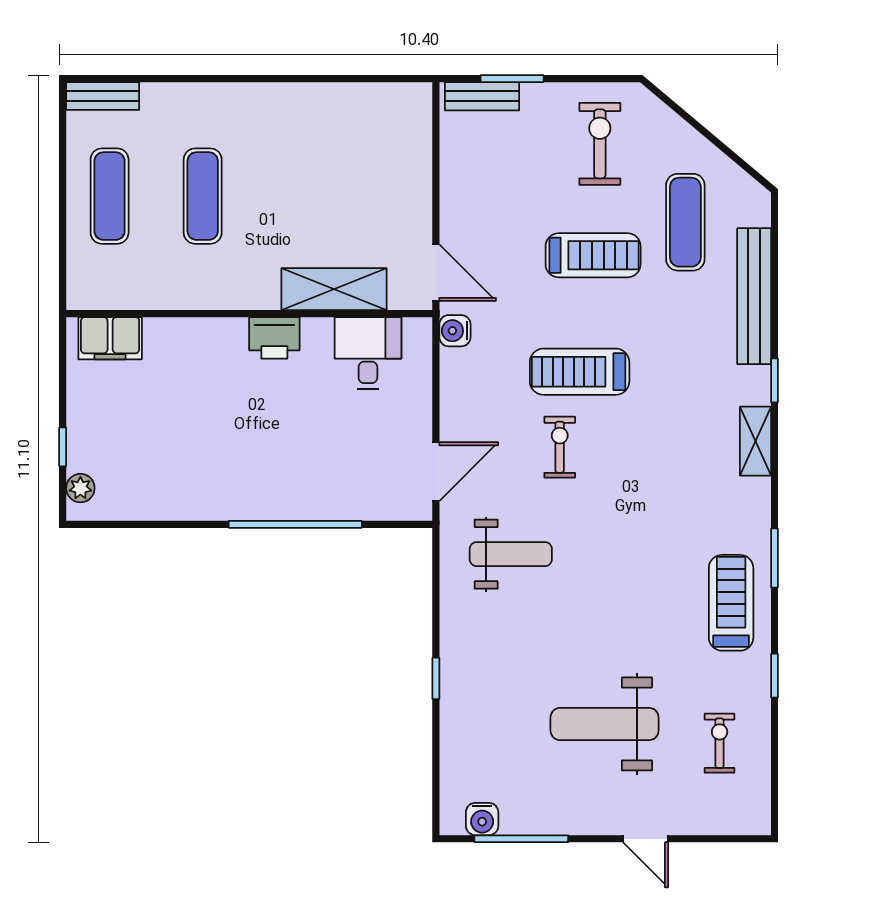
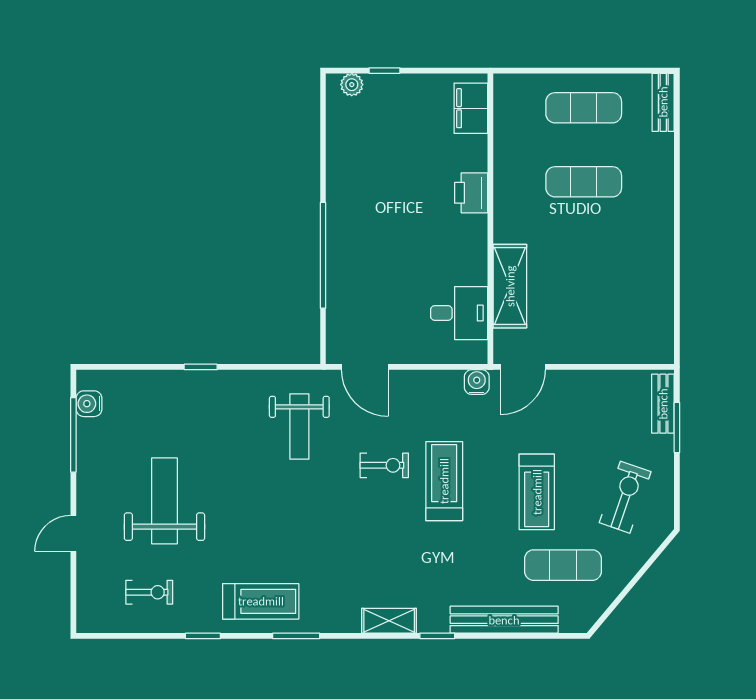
exercise bike: (600, 144) -> (625, 497), turned -71
printer: (274, 338) -> (471, 193), moved

